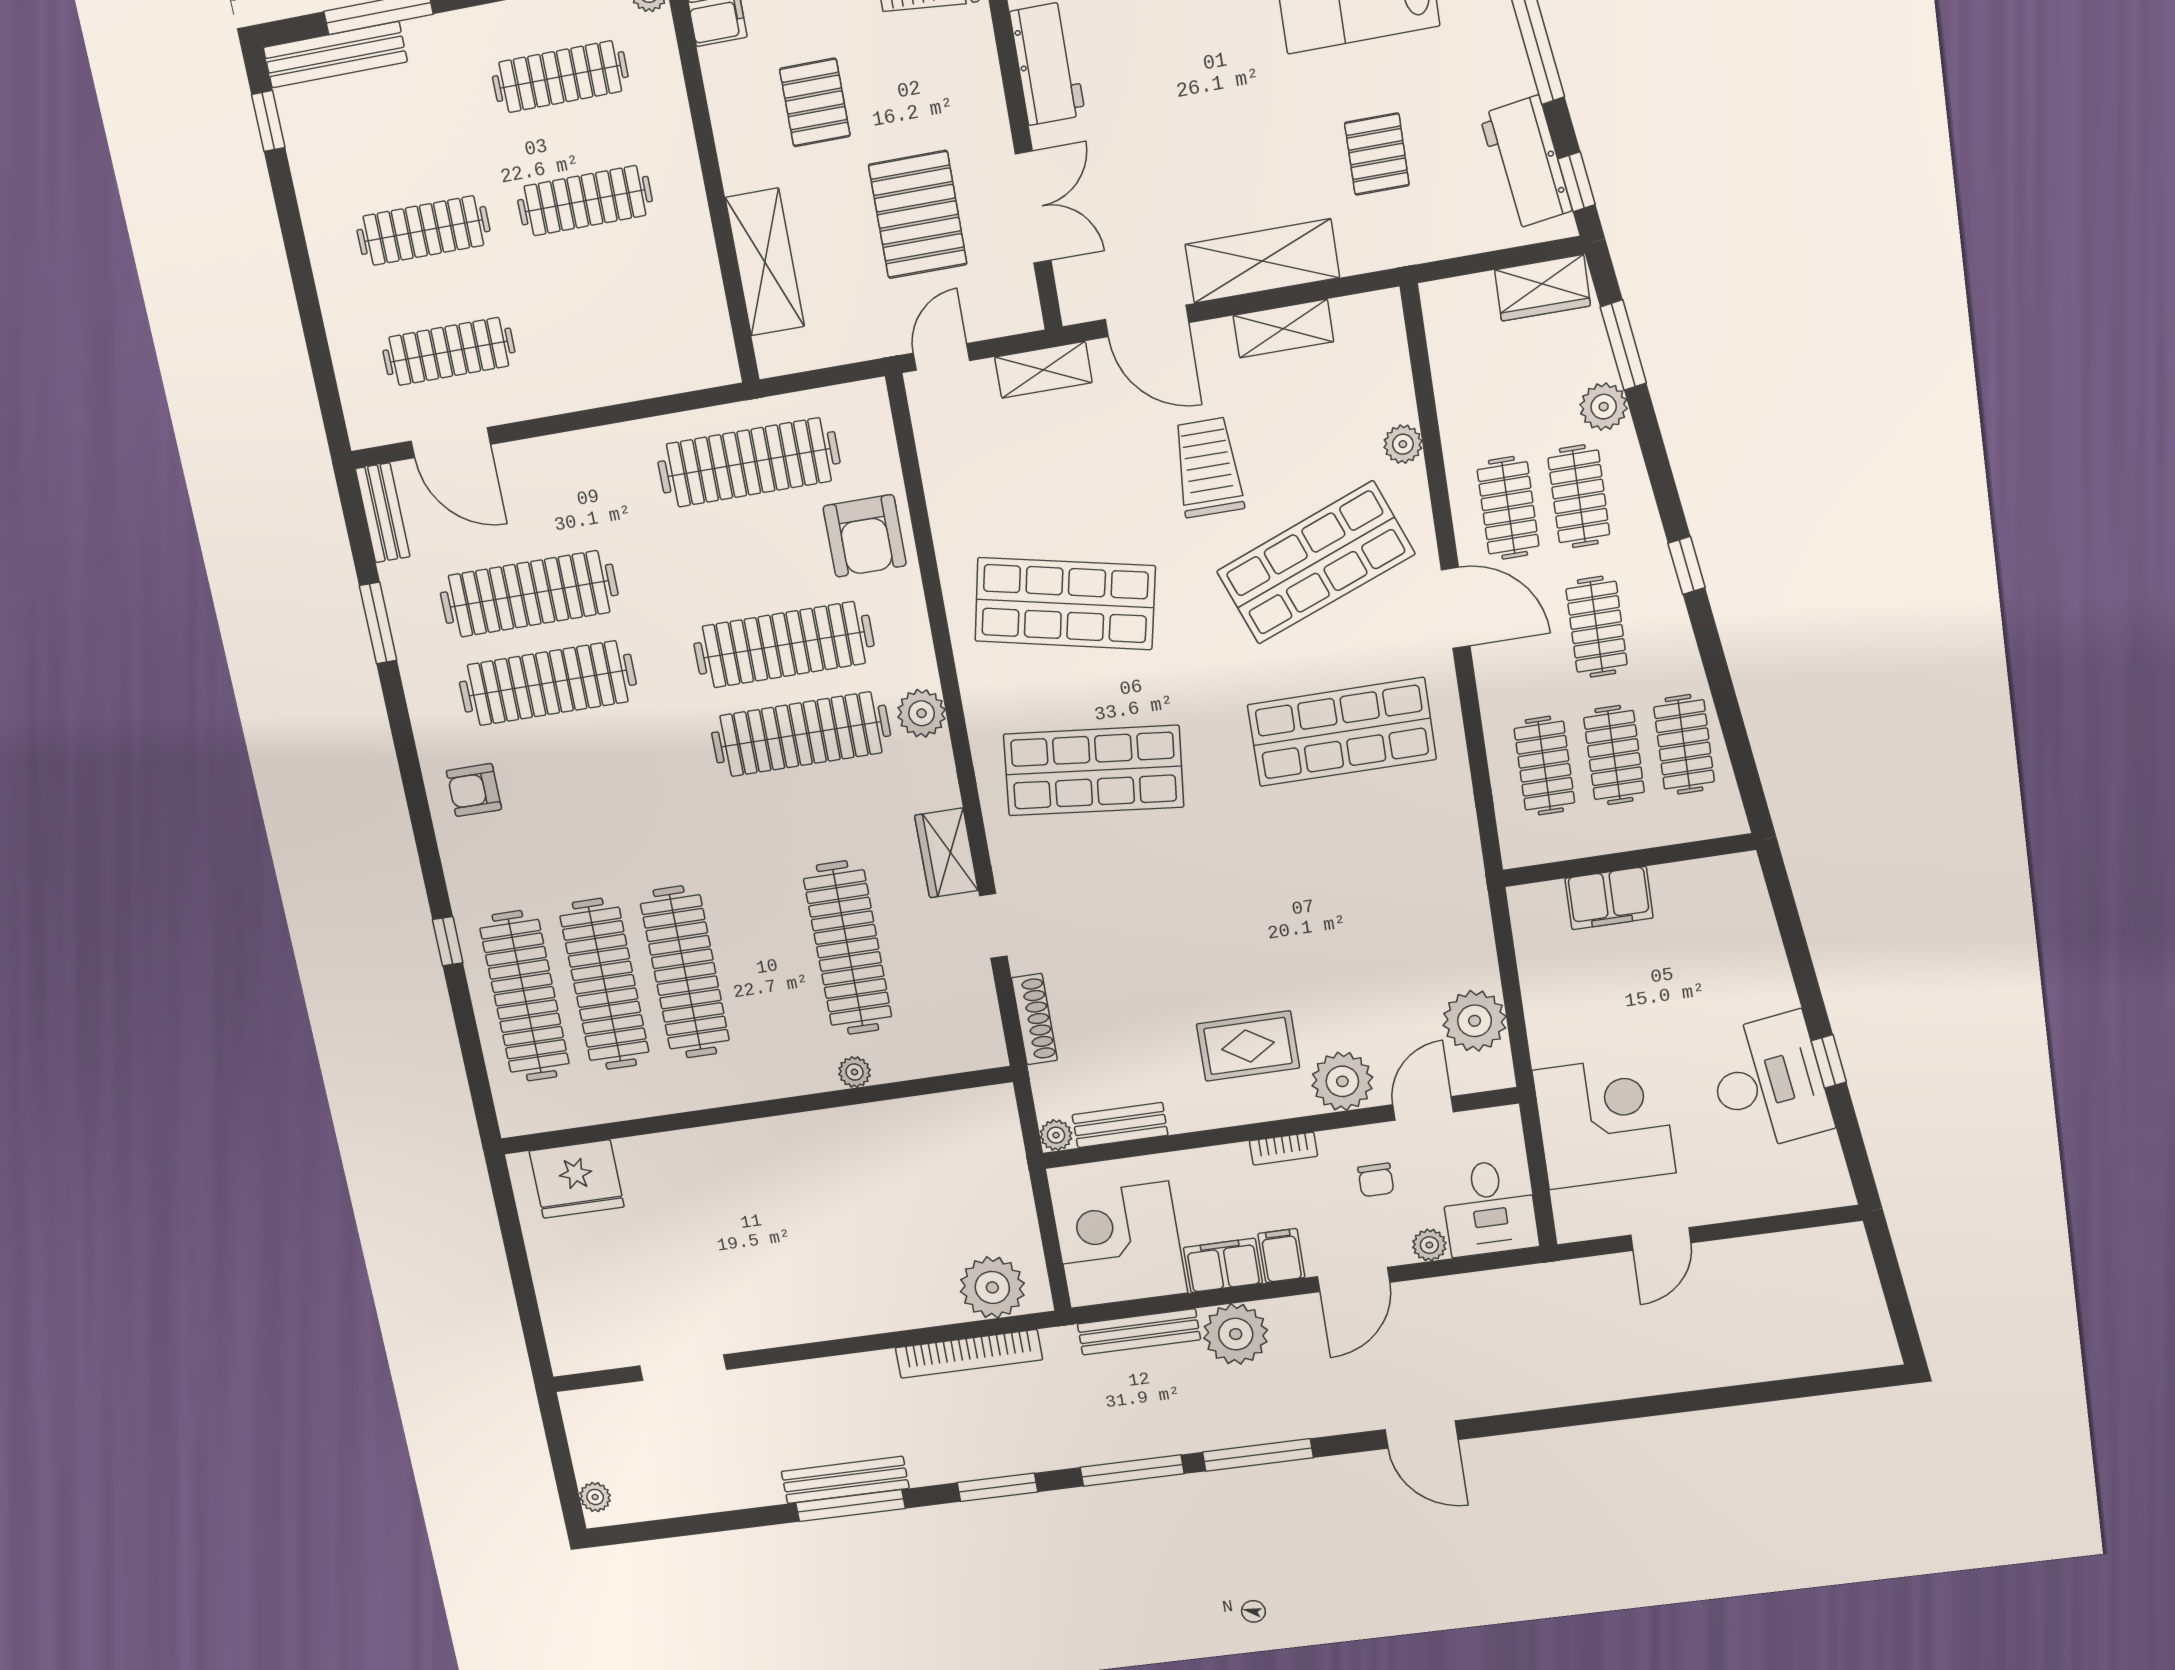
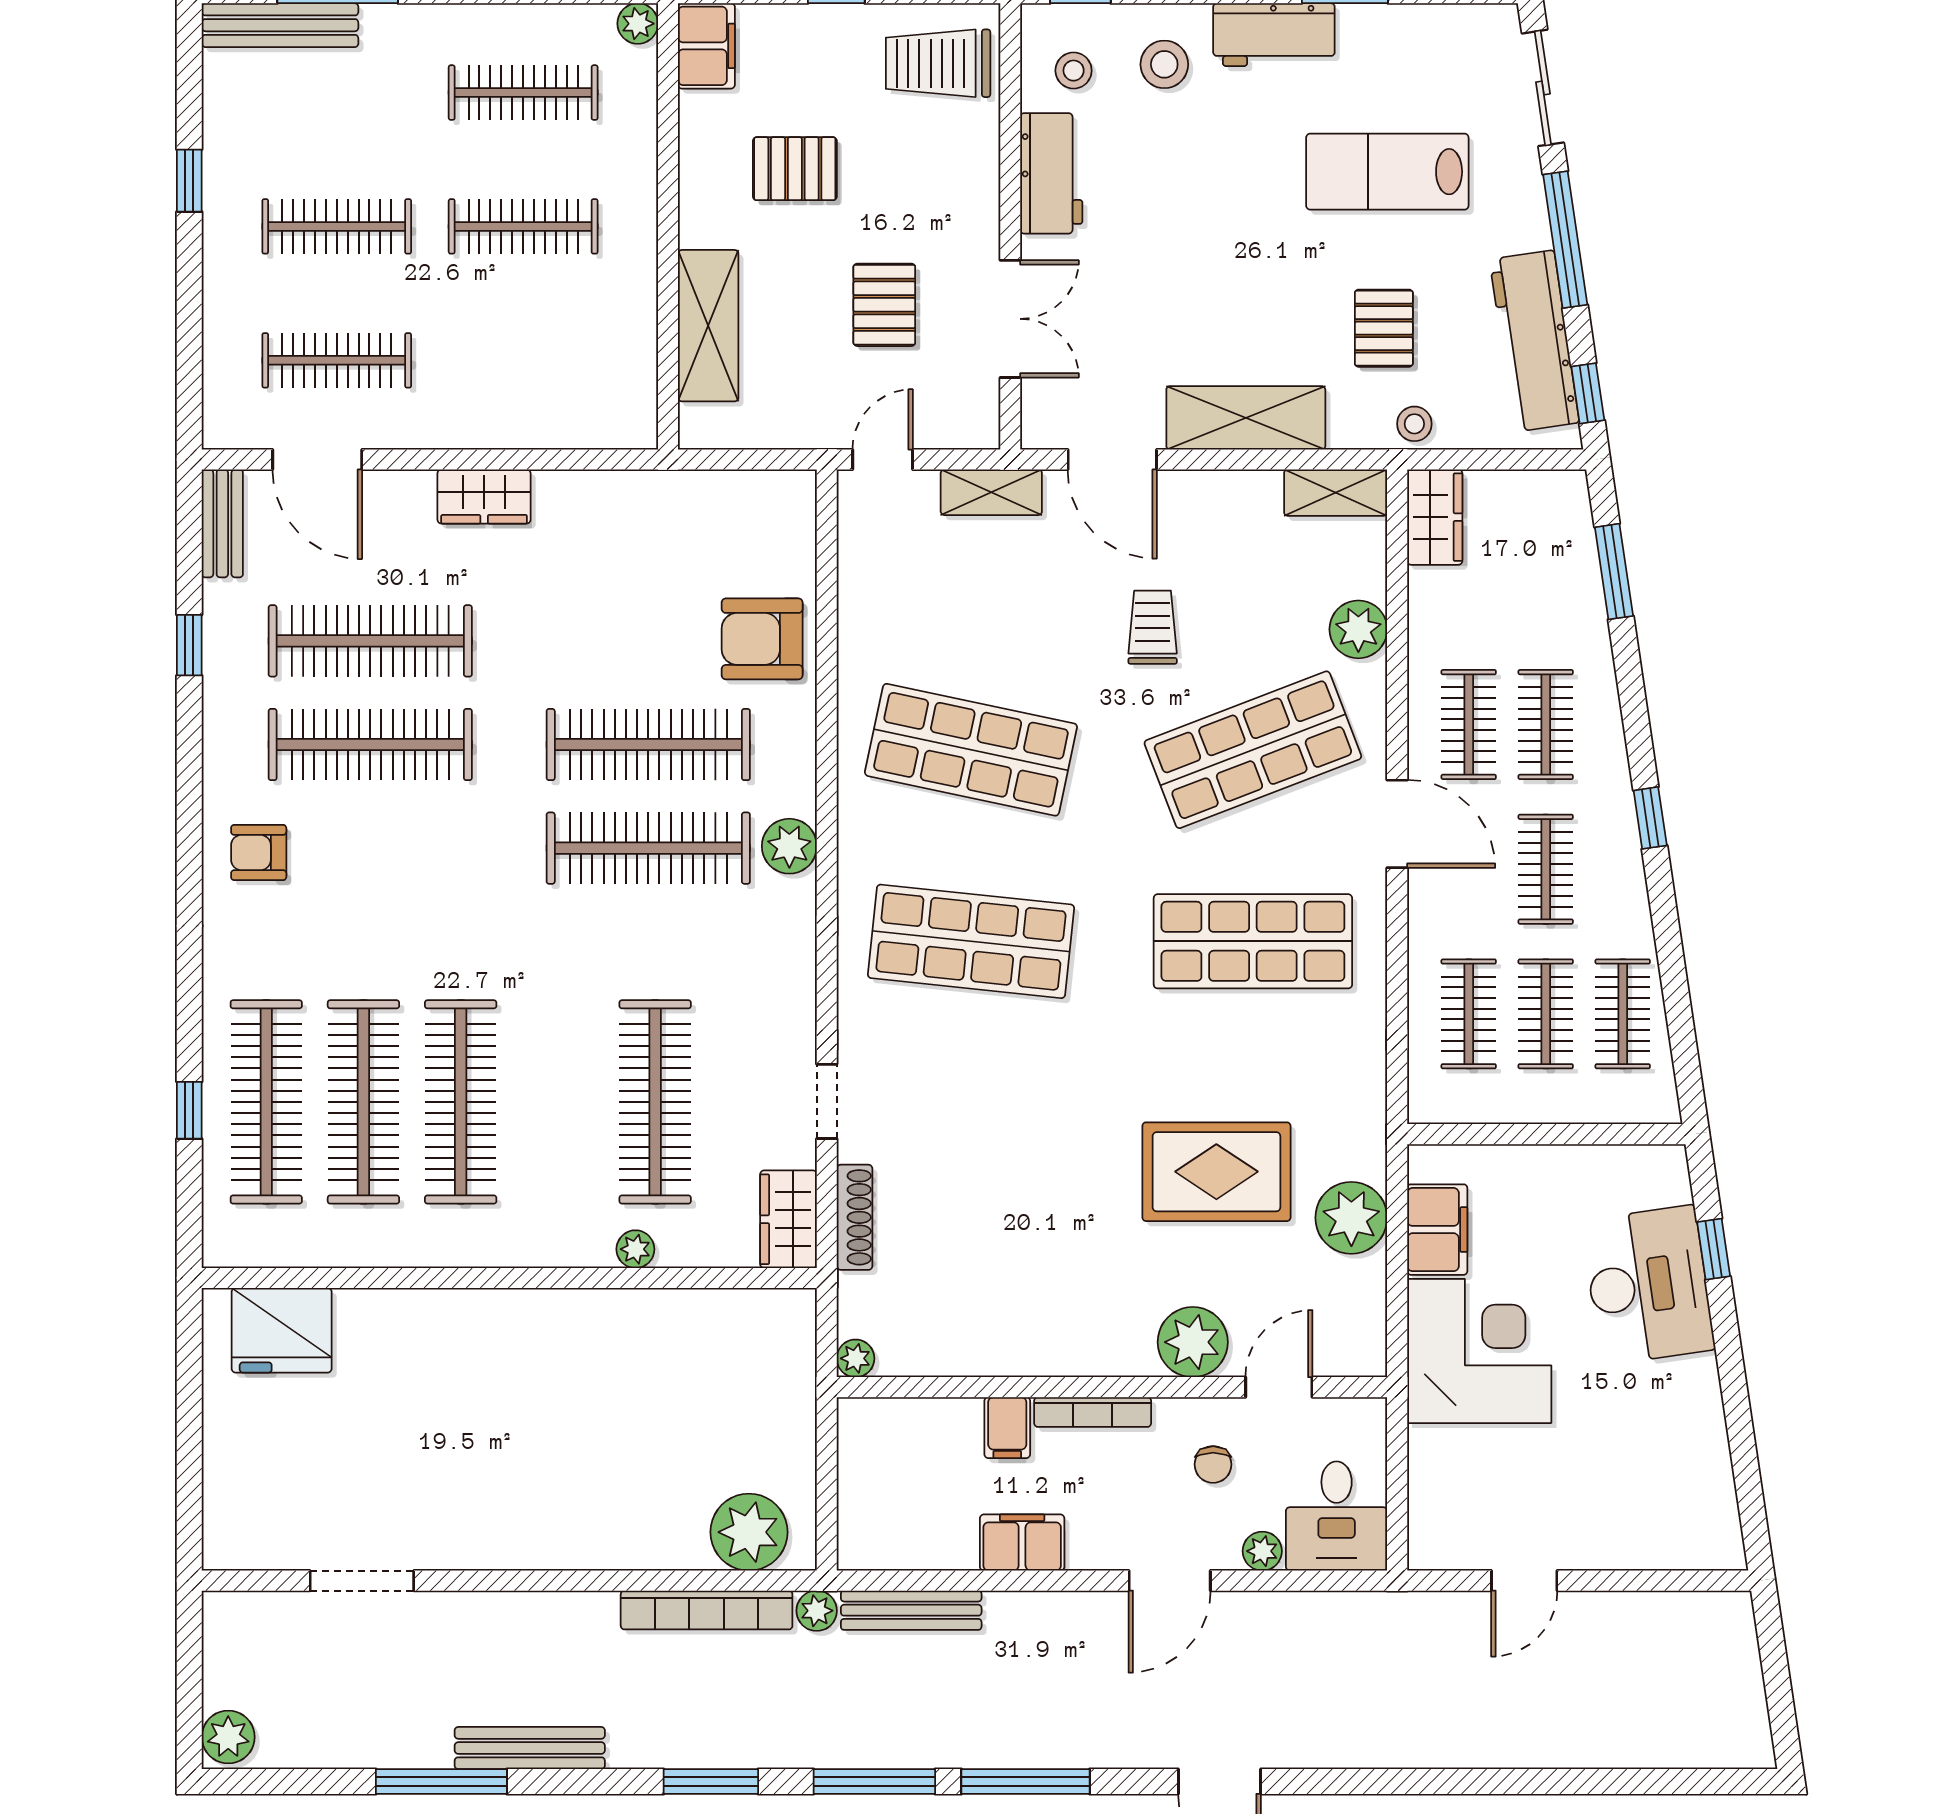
pallet: (815, 102) -> (795, 169), turned 90
window: (268, 121) -> (189, 181), moved
workbench: (1526, 163) -> (1534, 341), width x1.38
pallet: (918, 215) -> (884, 305), width x0.67, depth x0.71
stool: (1418, 239) -> (1414, 424), added
wardrobe: (1543, 288) -> (1435, 517), moved, turned -90
shelving: (1283, 329) -> (1336, 493), moved
plant: (1604, 407) -> (1585, 633), removed
plant: (1403, 444) -> (1358, 629), width x1.38, depth x1.38
wardrobe: (600, 451) -> (484, 497), added
clothes rail: (749, 462) -> (648, 537), removed
trolley: (1208, 467) -> (1153, 627), width x0.73, depth x0.72
armchair: (865, 536) -> (762, 639), turned 90
window: (378, 623) -> (189, 645), width x0.67
wardrobe: (946, 853) -> (788, 1219), moved
filing cabinet: (1609, 898) -> (1437, 1230), moved, turned -90
window: (448, 941) -> (189, 1110), moved
plant: (1475, 1021) -> (1351, 1218), moved
rug: (1248, 1046) -> (1216, 1172), moved, width x1.36, depth x1.43
window: (1829, 1061) -> (1714, 1249), moved
desk: (1769, 1082) -> (1648, 1285), moved
corner desk: (1604, 1122) -> (1479, 1351), moved
bench: (1120, 1125) -> (931, 1357), removed
bookcase: (1283, 1149) -> (1093, 1412), width x1.56
corner desk: (1119, 1245) -> (906, 1501), removed
filing cabinet: (1281, 1256) -> (1007, 1428), moved, turned 180
plant: (1236, 1334) -> (817, 1611), moved, width x0.53, depth x0.53
plant: (595, 1497) -> (228, 1737), width x1.38, depth x1.38
window: (850, 1506) -> (441, 1781), moved

